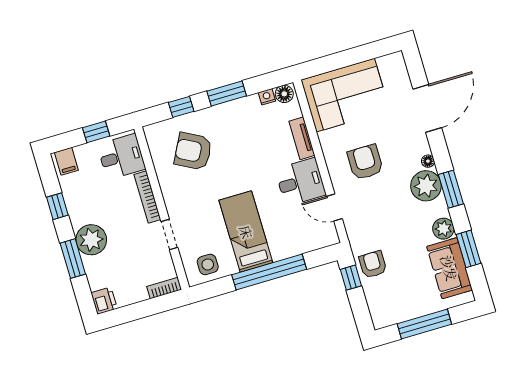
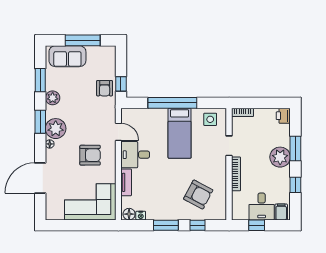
desk: (121, 157) -> (262, 206), moved, turned -90
armchair: (365, 162) -> (90, 155), turned -90
sofa: (449, 268) -> (67, 56), moved, turned 90

